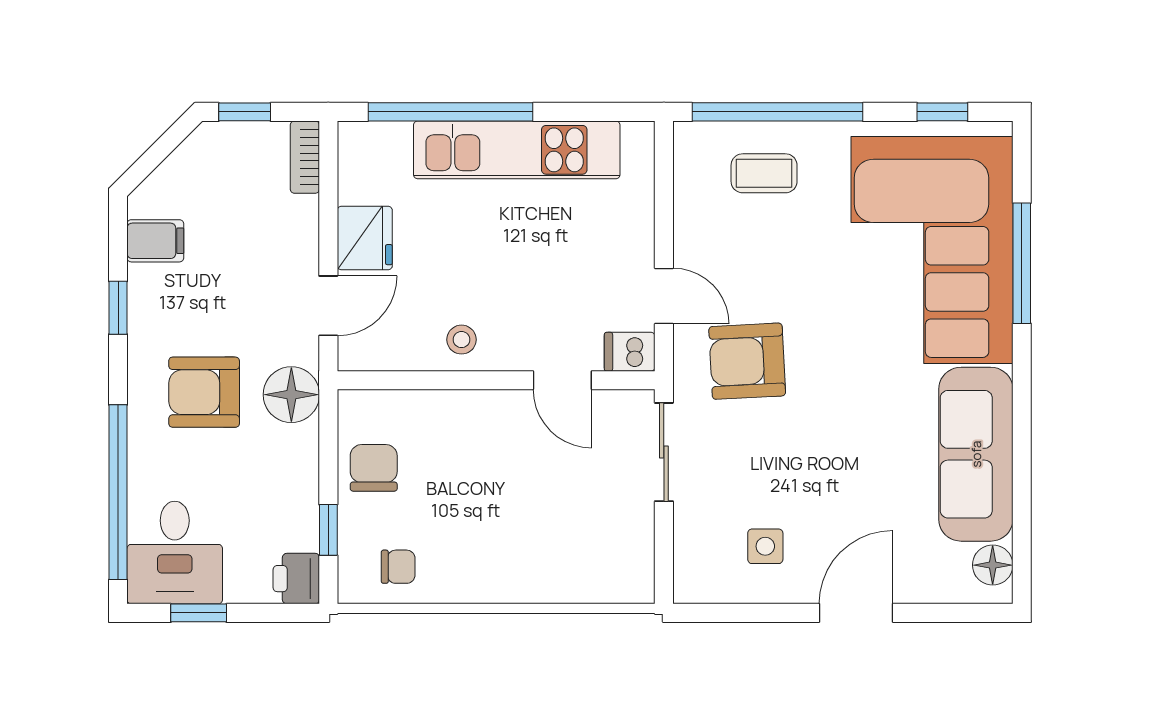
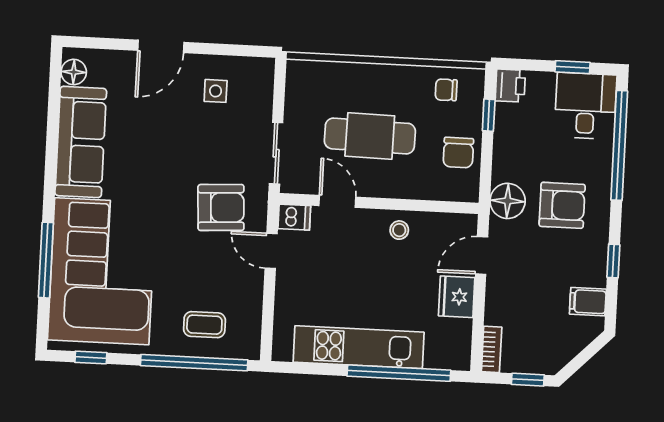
cafe table: (516, 487) -> (370, 136), added

